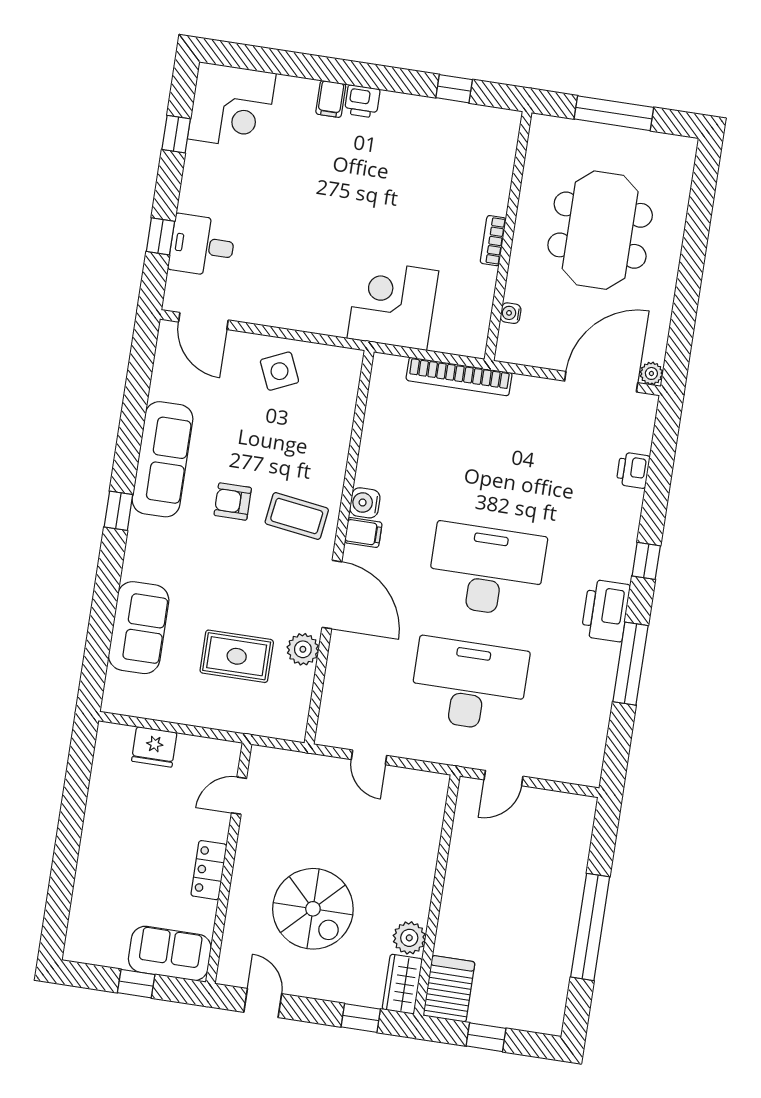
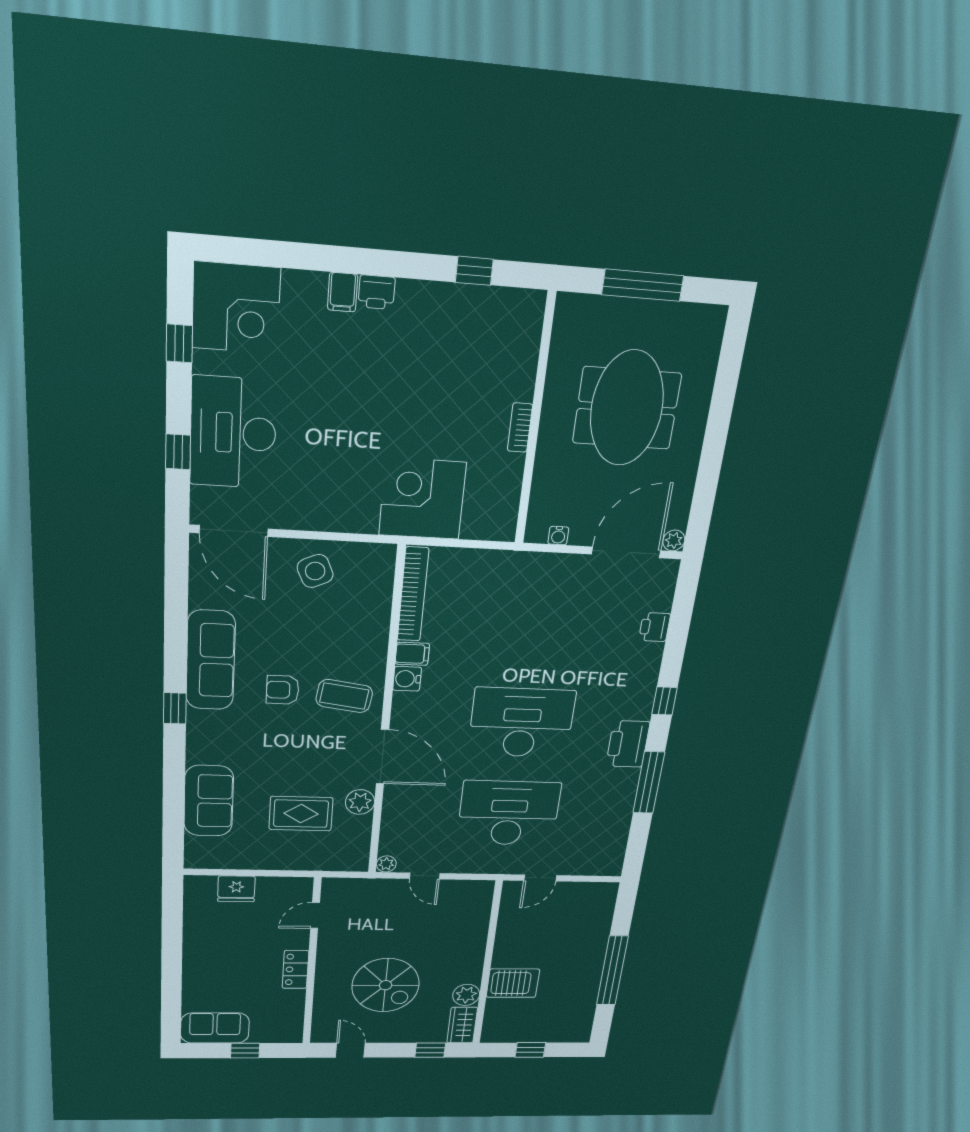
desk: (202, 246) -> (233, 433), width x1.87, depth x1.30
water cooler: (511, 313) -> (558, 536), moved, turned -90
door: (203, 321) -> (234, 531), width x1.36
bookcase: (459, 377) -> (413, 594), moved, turned -90
filing cabinet: (363, 533) -> (412, 654), moved
plant: (326, 735) -> (386, 864), added
sofa: (170, 953) -> (215, 1028), moved
server rack: (449, 989) -> (513, 983), moved, turned 90

